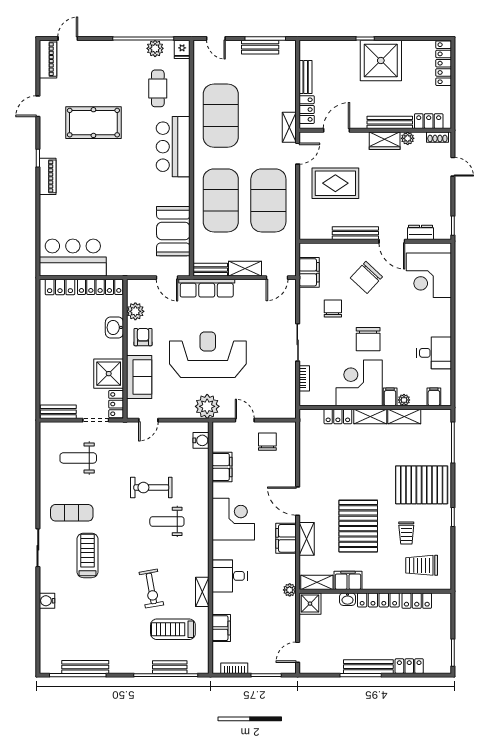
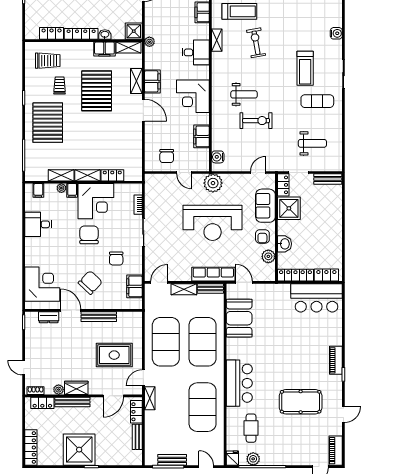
pallet: (422, 485) -> (48, 123), turned 90

